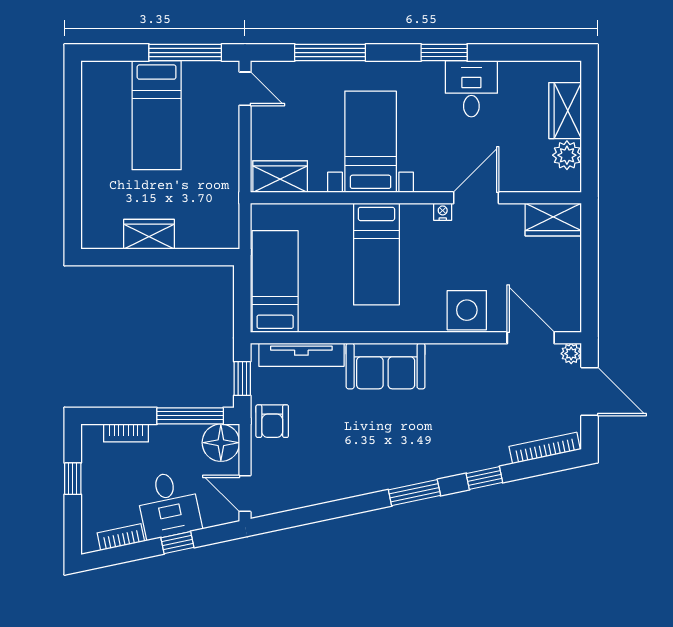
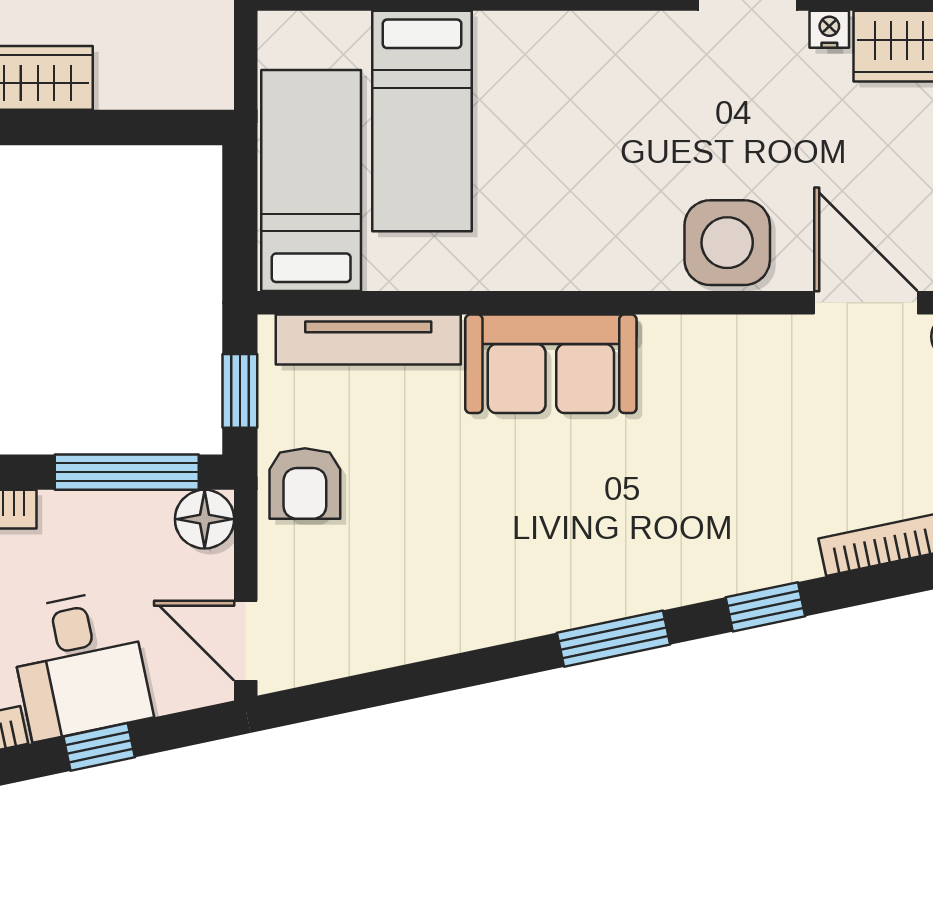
nightstand: (443, 212) -> (829, 29), moved
bed: (376, 254) -> (422, 121), moved
floor lamp: (221, 443) -> (205, 519), width x0.73, depth x0.73

